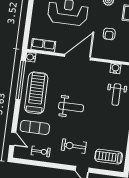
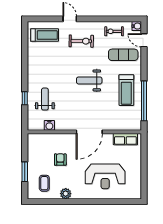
water cooler: (31, 57) -> (137, 26), moved
treadmill: (36, 93) -> (126, 90), width x0.73, depth x0.73

